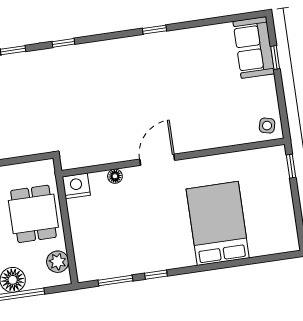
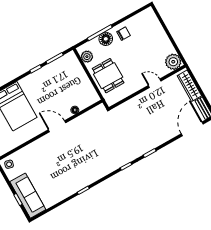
sofa: (254, 47) -> (28, 196), width x1.36
door: (157, 160) -> (57, 126), swing flipped
nightstand: (76, 186) -> (92, 98), removed

